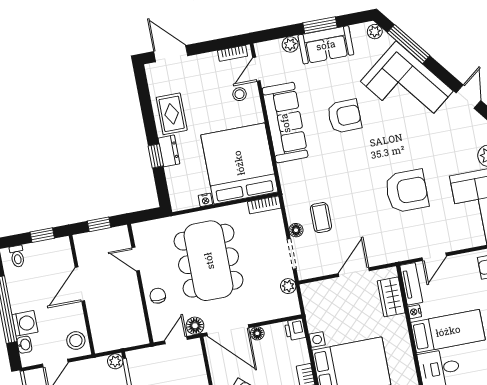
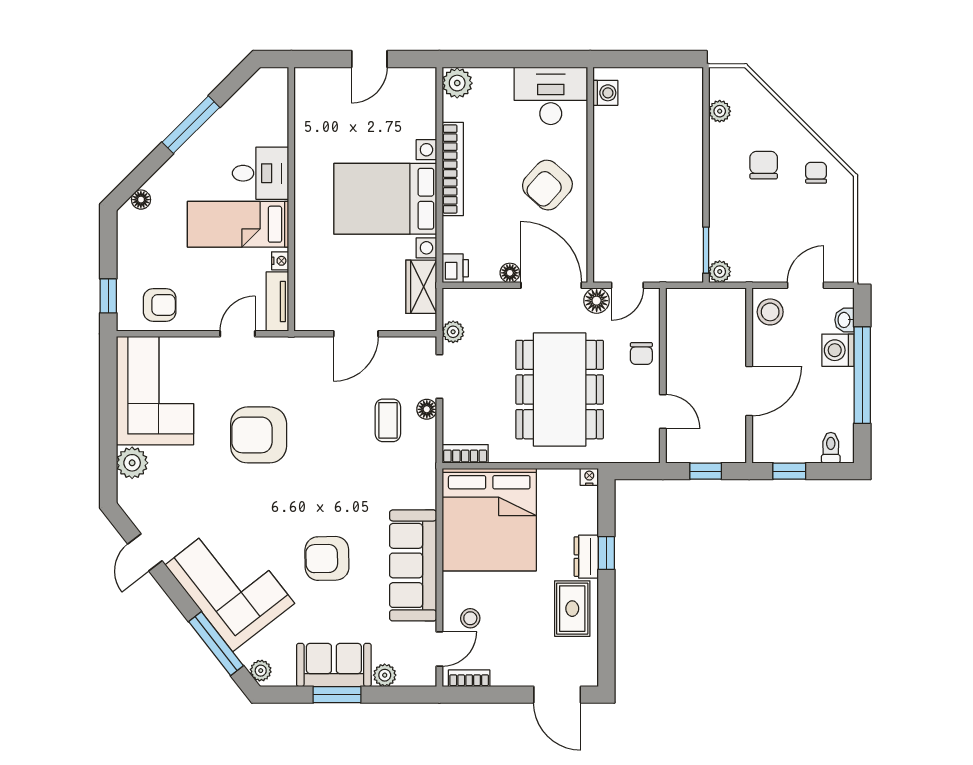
nightstand: (205, 200) -> (589, 477), moved
wardrobe: (391, 297) -> (421, 287), moved, turned 180

